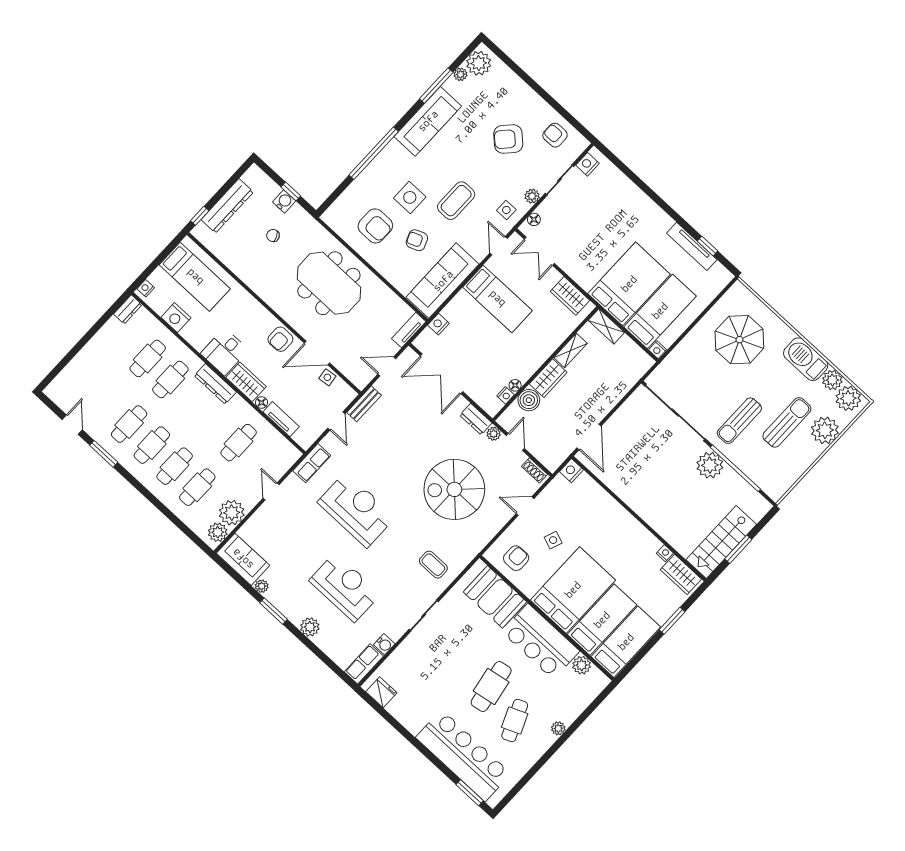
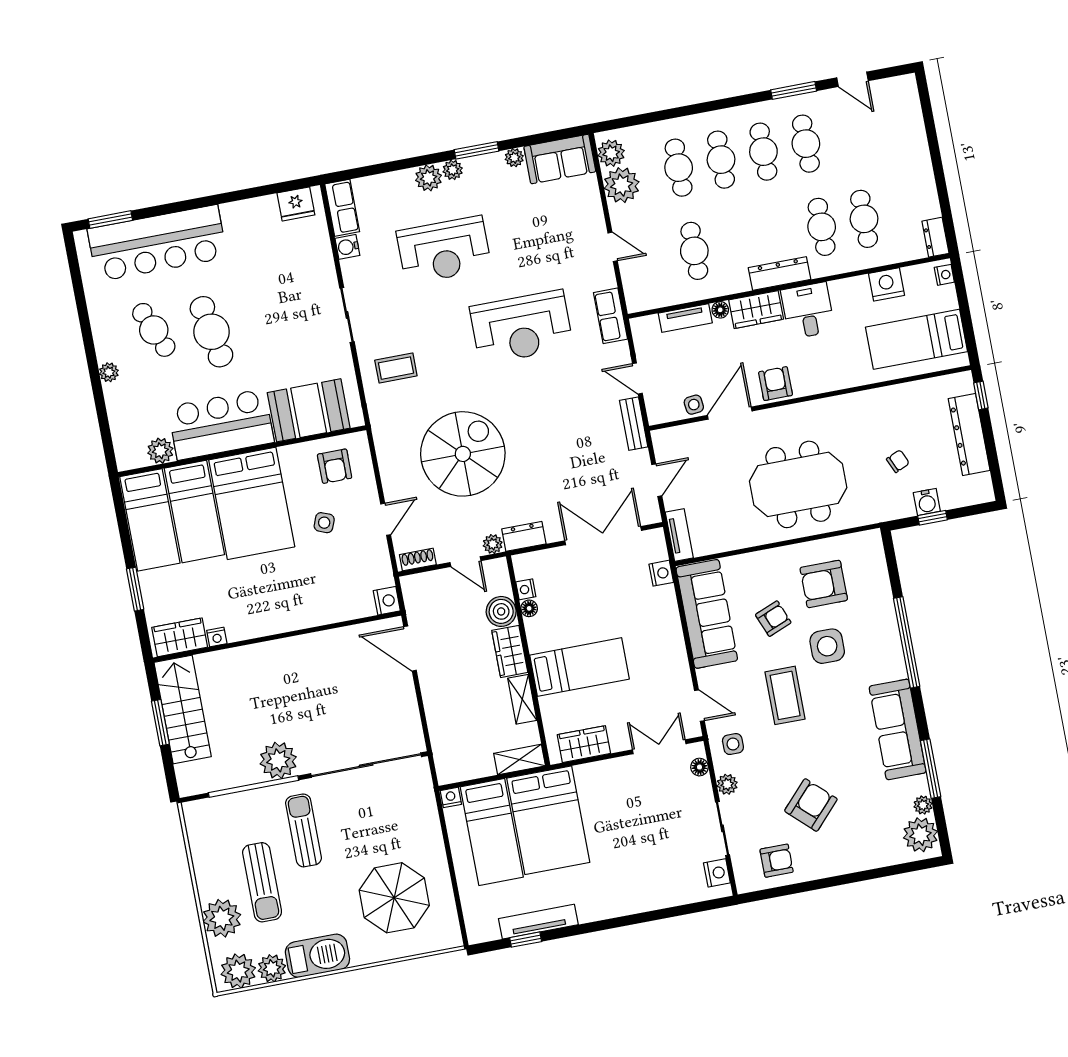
bed: (497, 299) -> (579, 667), moved, turned 180
plant: (295, 616) -> (453, 170), added

